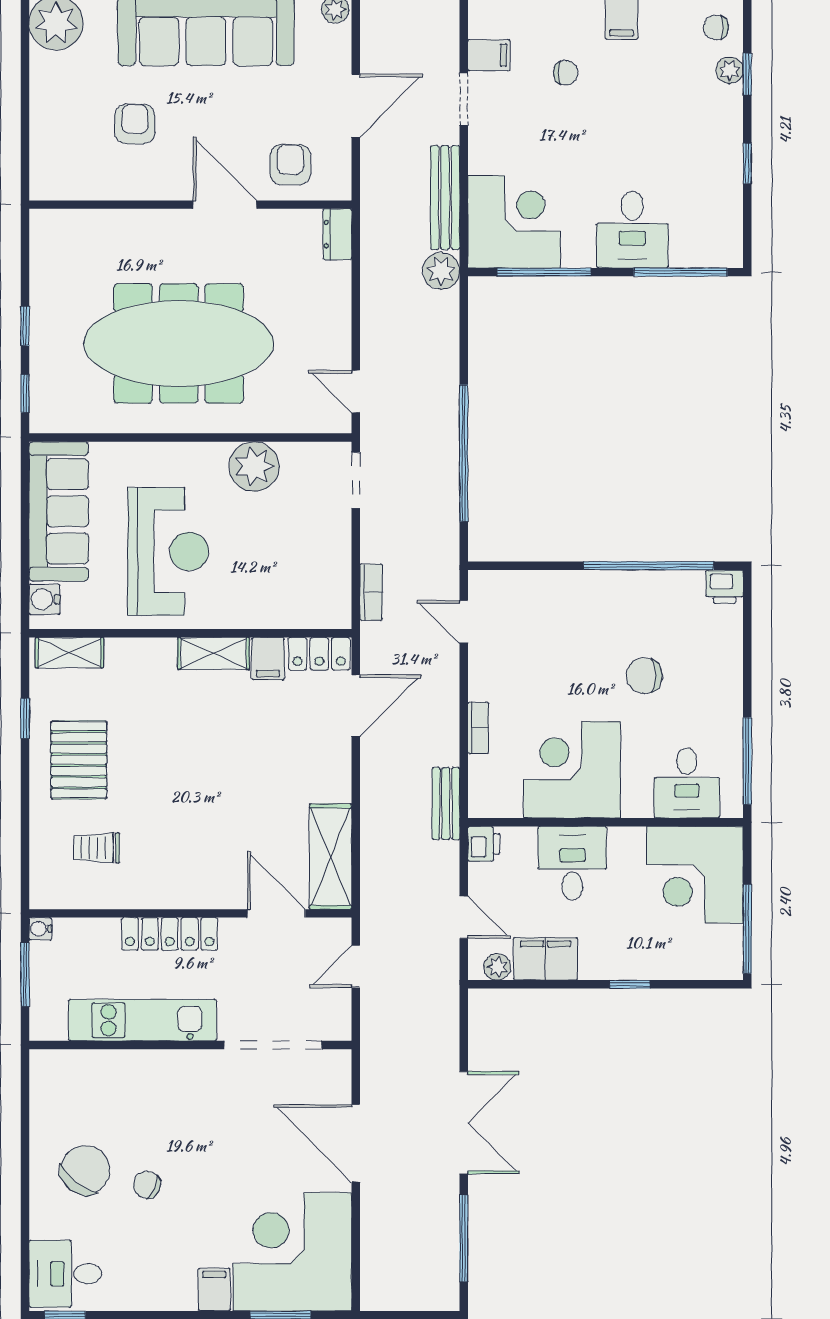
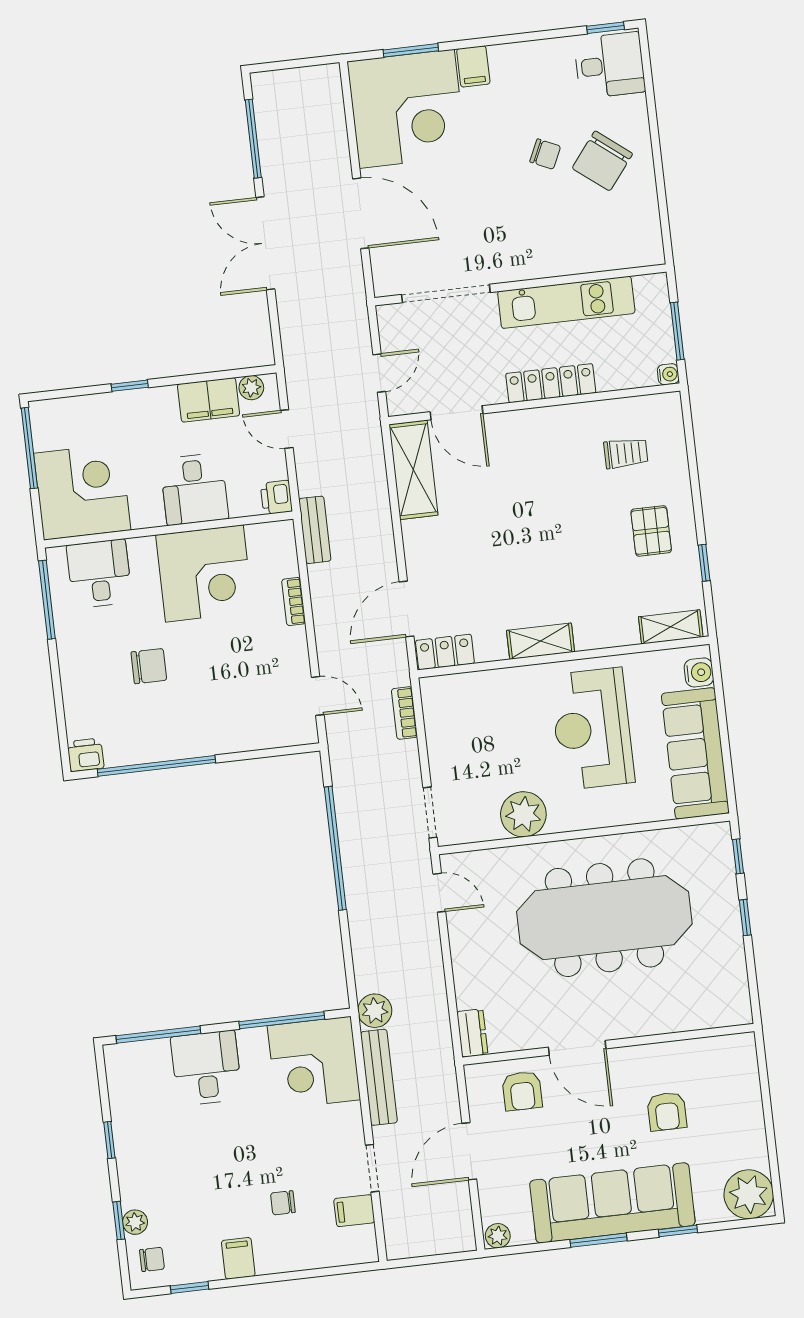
filing cabinet: (268, 659) -> (491, 642), removed
pallet: (79, 760) -> (651, 531), width x0.67, depth x0.71

